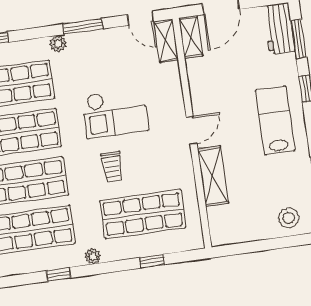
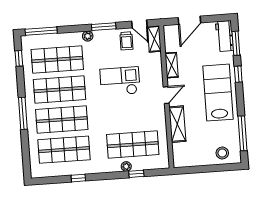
shelving: (191, 37) -> (172, 65), moved
checkout: (115, 113) -> (120, 81), turned 180
lab bench: (275, 121) -> (218, 93), width x1.36, depth x1.39
trolley: (112, 167) -> (126, 41), moved
plant: (93, 256) -> (126, 166), moved

